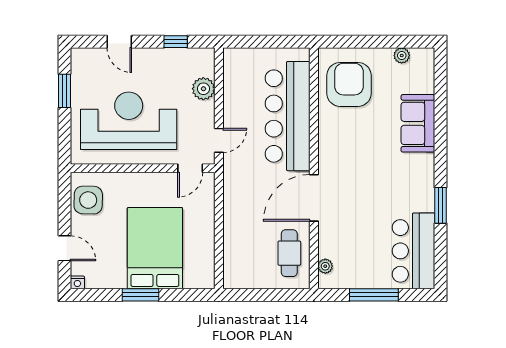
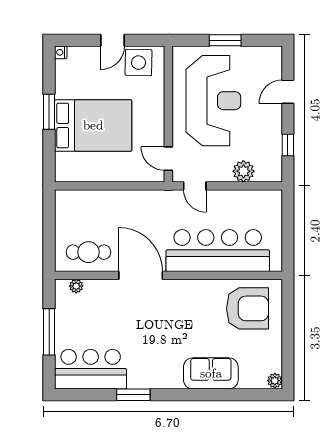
plant: (402, 56) -> (275, 381), moved
window: (65, 91) -> (225, 40), moved
door: (65, 248) -> (113, 40), moved

